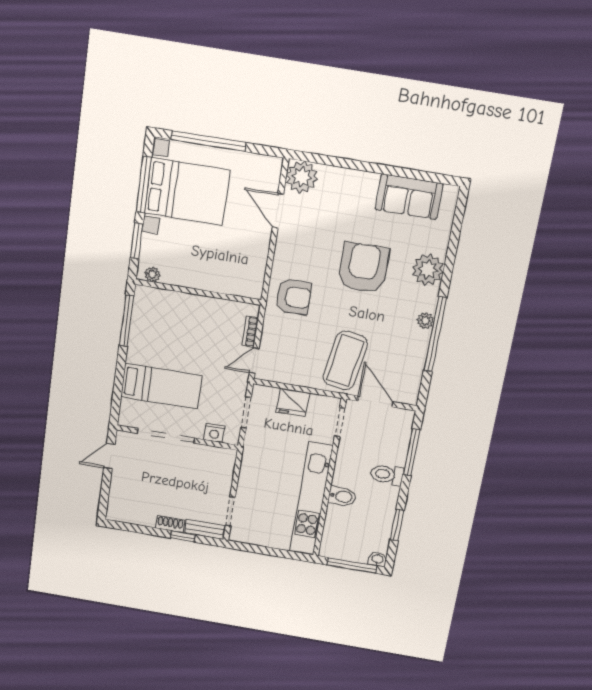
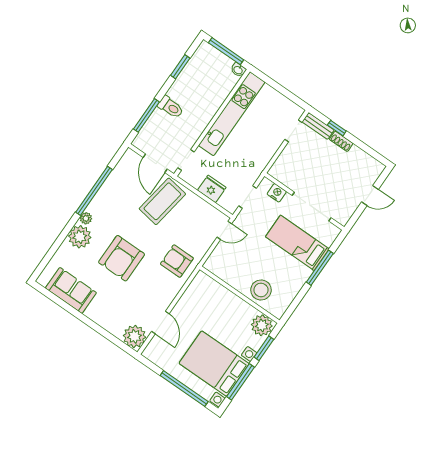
plant: (152, 274) -> (262, 325), width x1.88, depth x1.88
stool: (176, 310) -> (261, 290), added
window: (127, 321) -> (320, 268), moved
plant: (425, 321) -> (86, 218), moved
bookcase: (250, 332) -> (217, 251), removed
door: (109, 456) -> (370, 196), moved
bidet: (342, 496) -> (209, 106), removed
washbasin: (377, 559) -> (238, 70), moved

